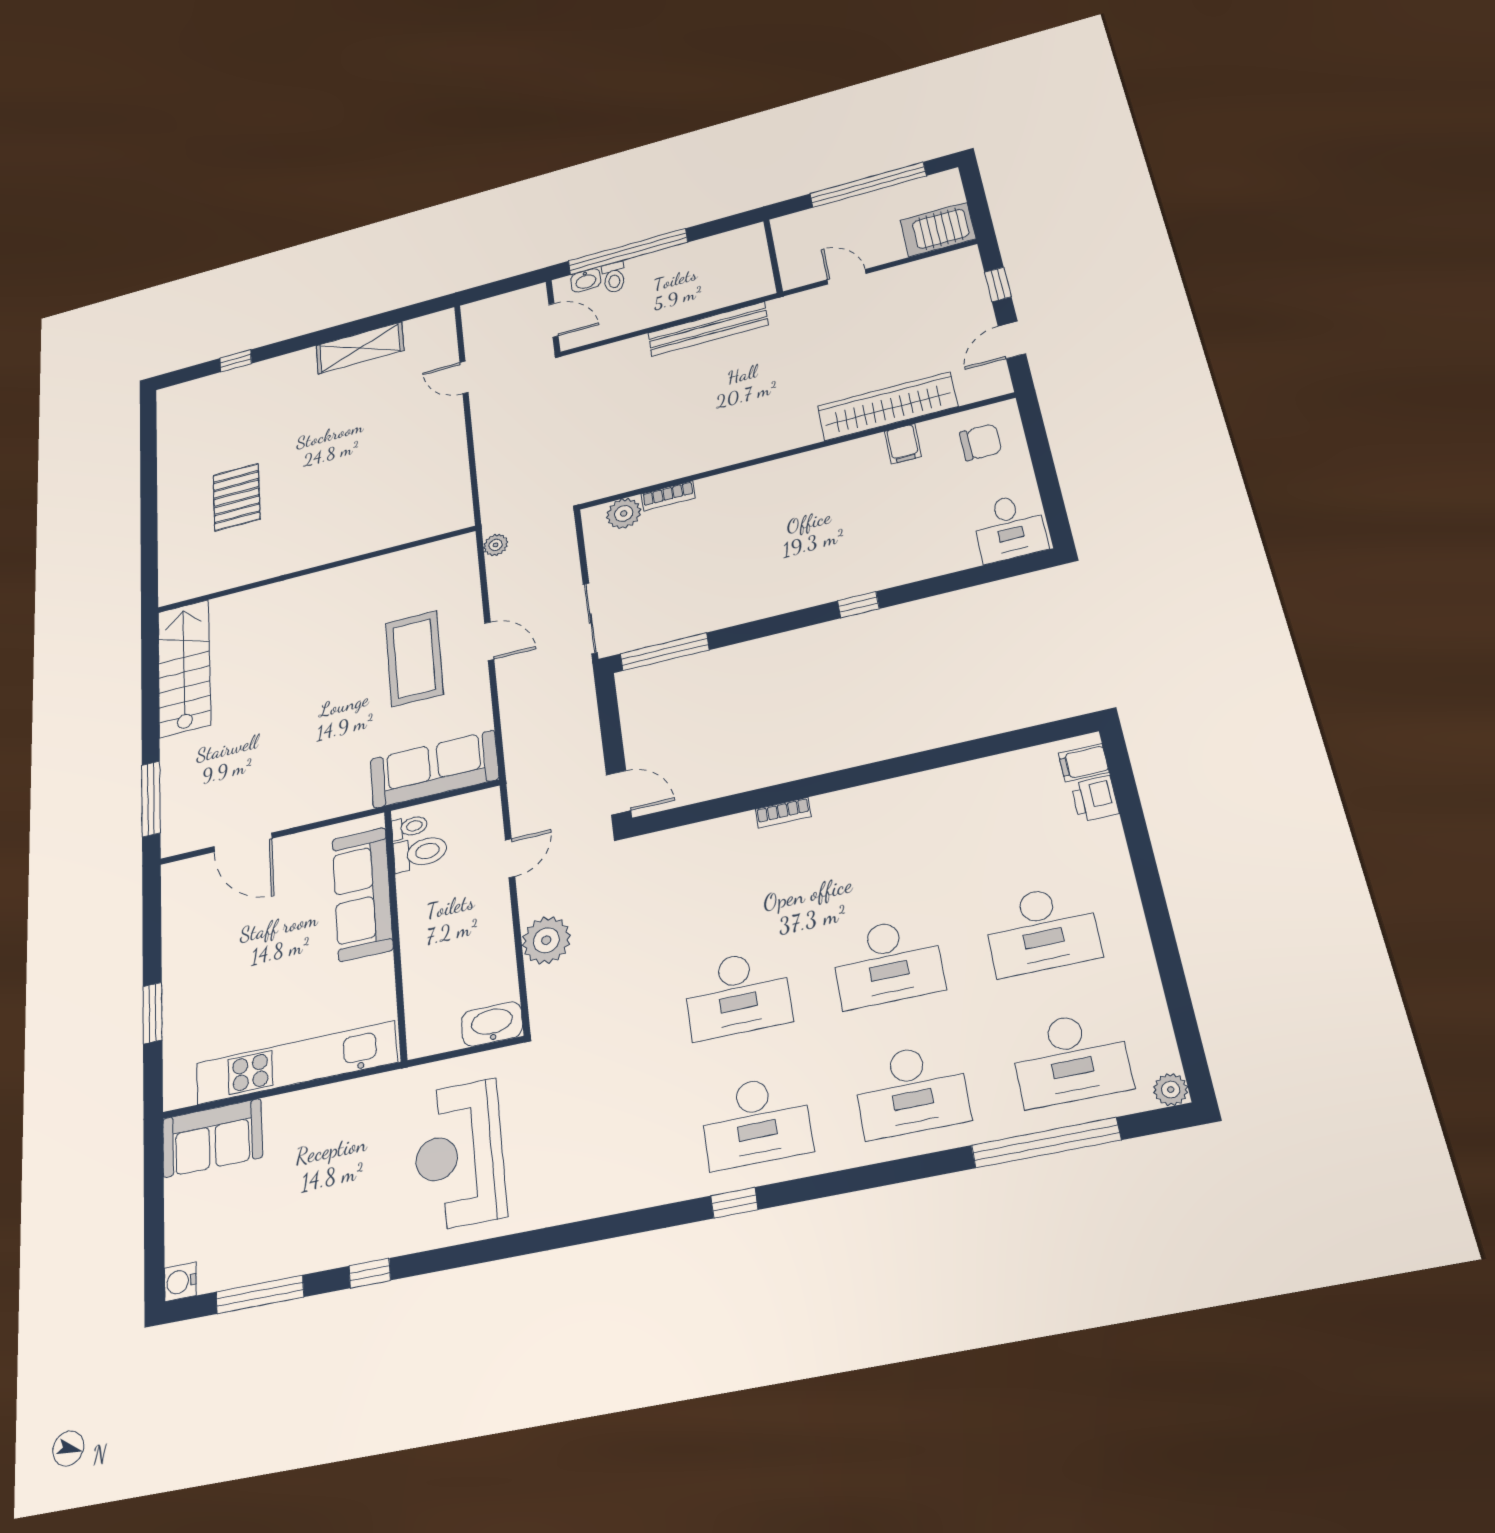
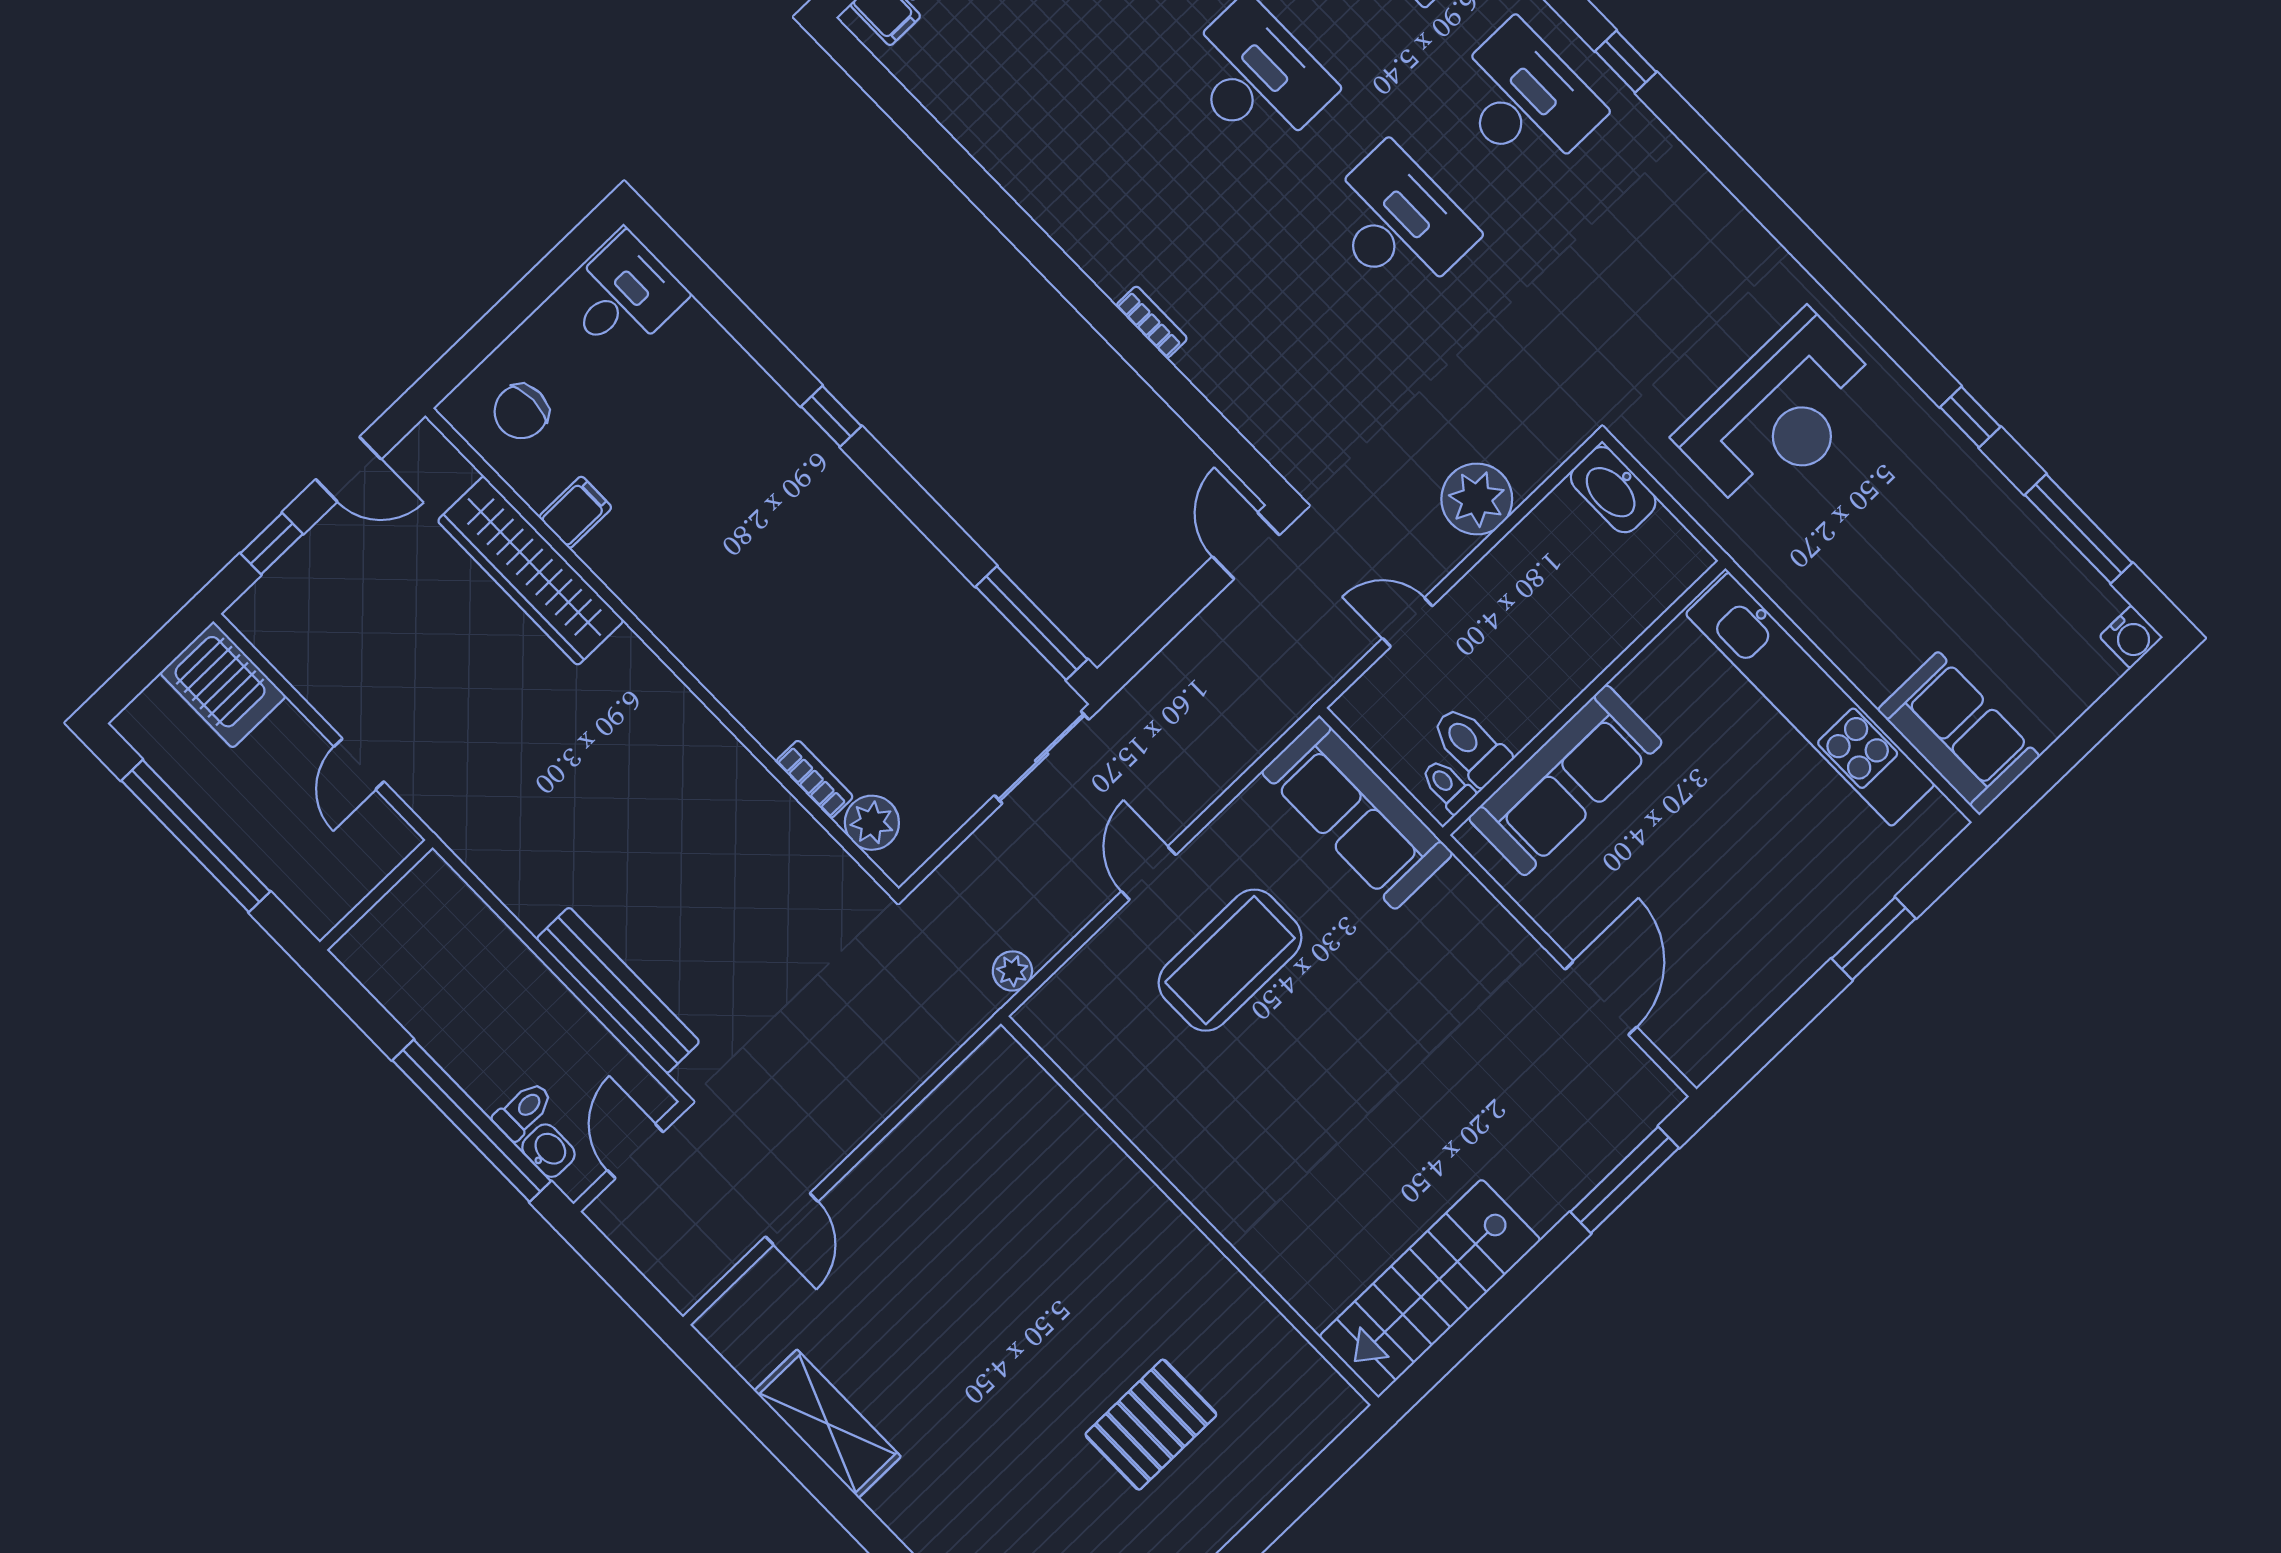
bench: (708, 329) -> (618, 990), moved
chair: (981, 442) -> (521, 412), turned -90

